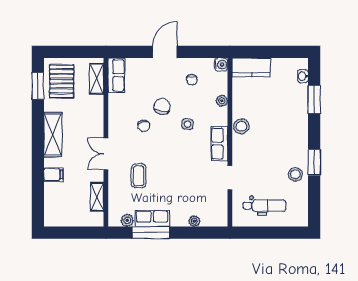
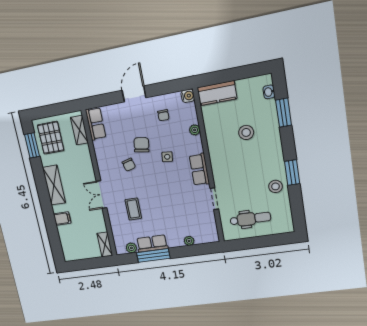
stool: (241, 126) -> (246, 132), moved
shelving: (97, 197) -> (105, 244), moved

